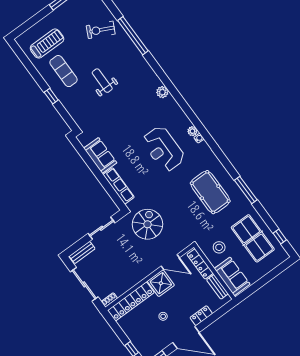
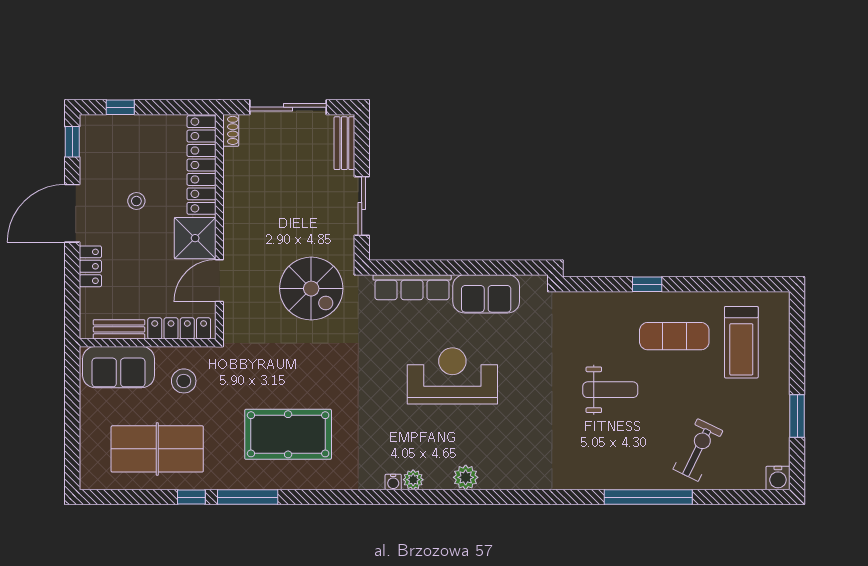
plant: (162, 92) -> (466, 477), moved
reception desk: (163, 149) -> (452, 376), moved
window: (280, 236) -> (191, 497), moved

